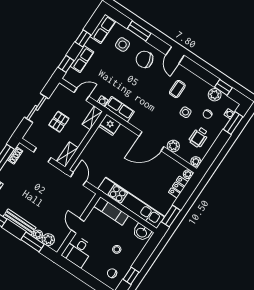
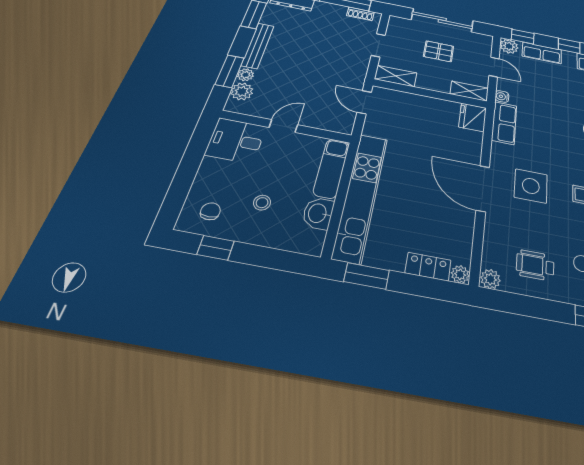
sliding door: (37, 108) -> (442, 20), width x1.37
side table: (186, 112) -> (531, 186), moved, width x1.87, depth x1.87
plant: (173, 146) -> (509, 46), moved
door: (78, 179) -> (364, 102), swing flipped
washbasin: (142, 232) -> (318, 213), moved

